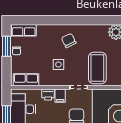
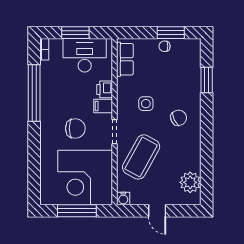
window: (41, 20) -> (207, 80), added
row of seats: (24, 30) -> (193, 56), removed
coffee table: (97, 68) -> (141, 157), turned -61

